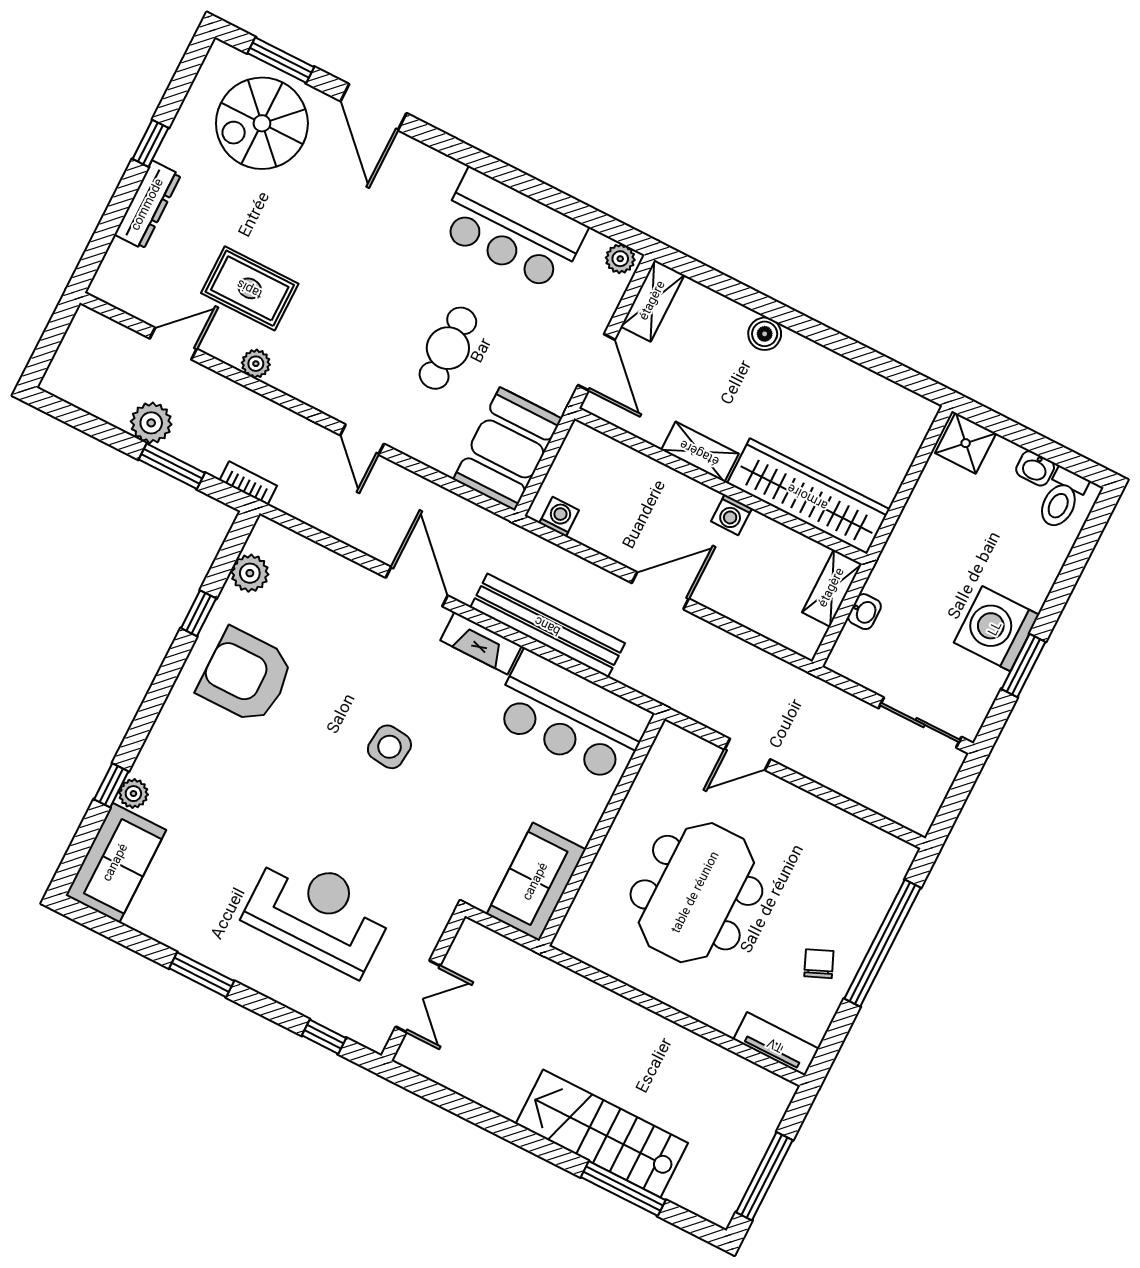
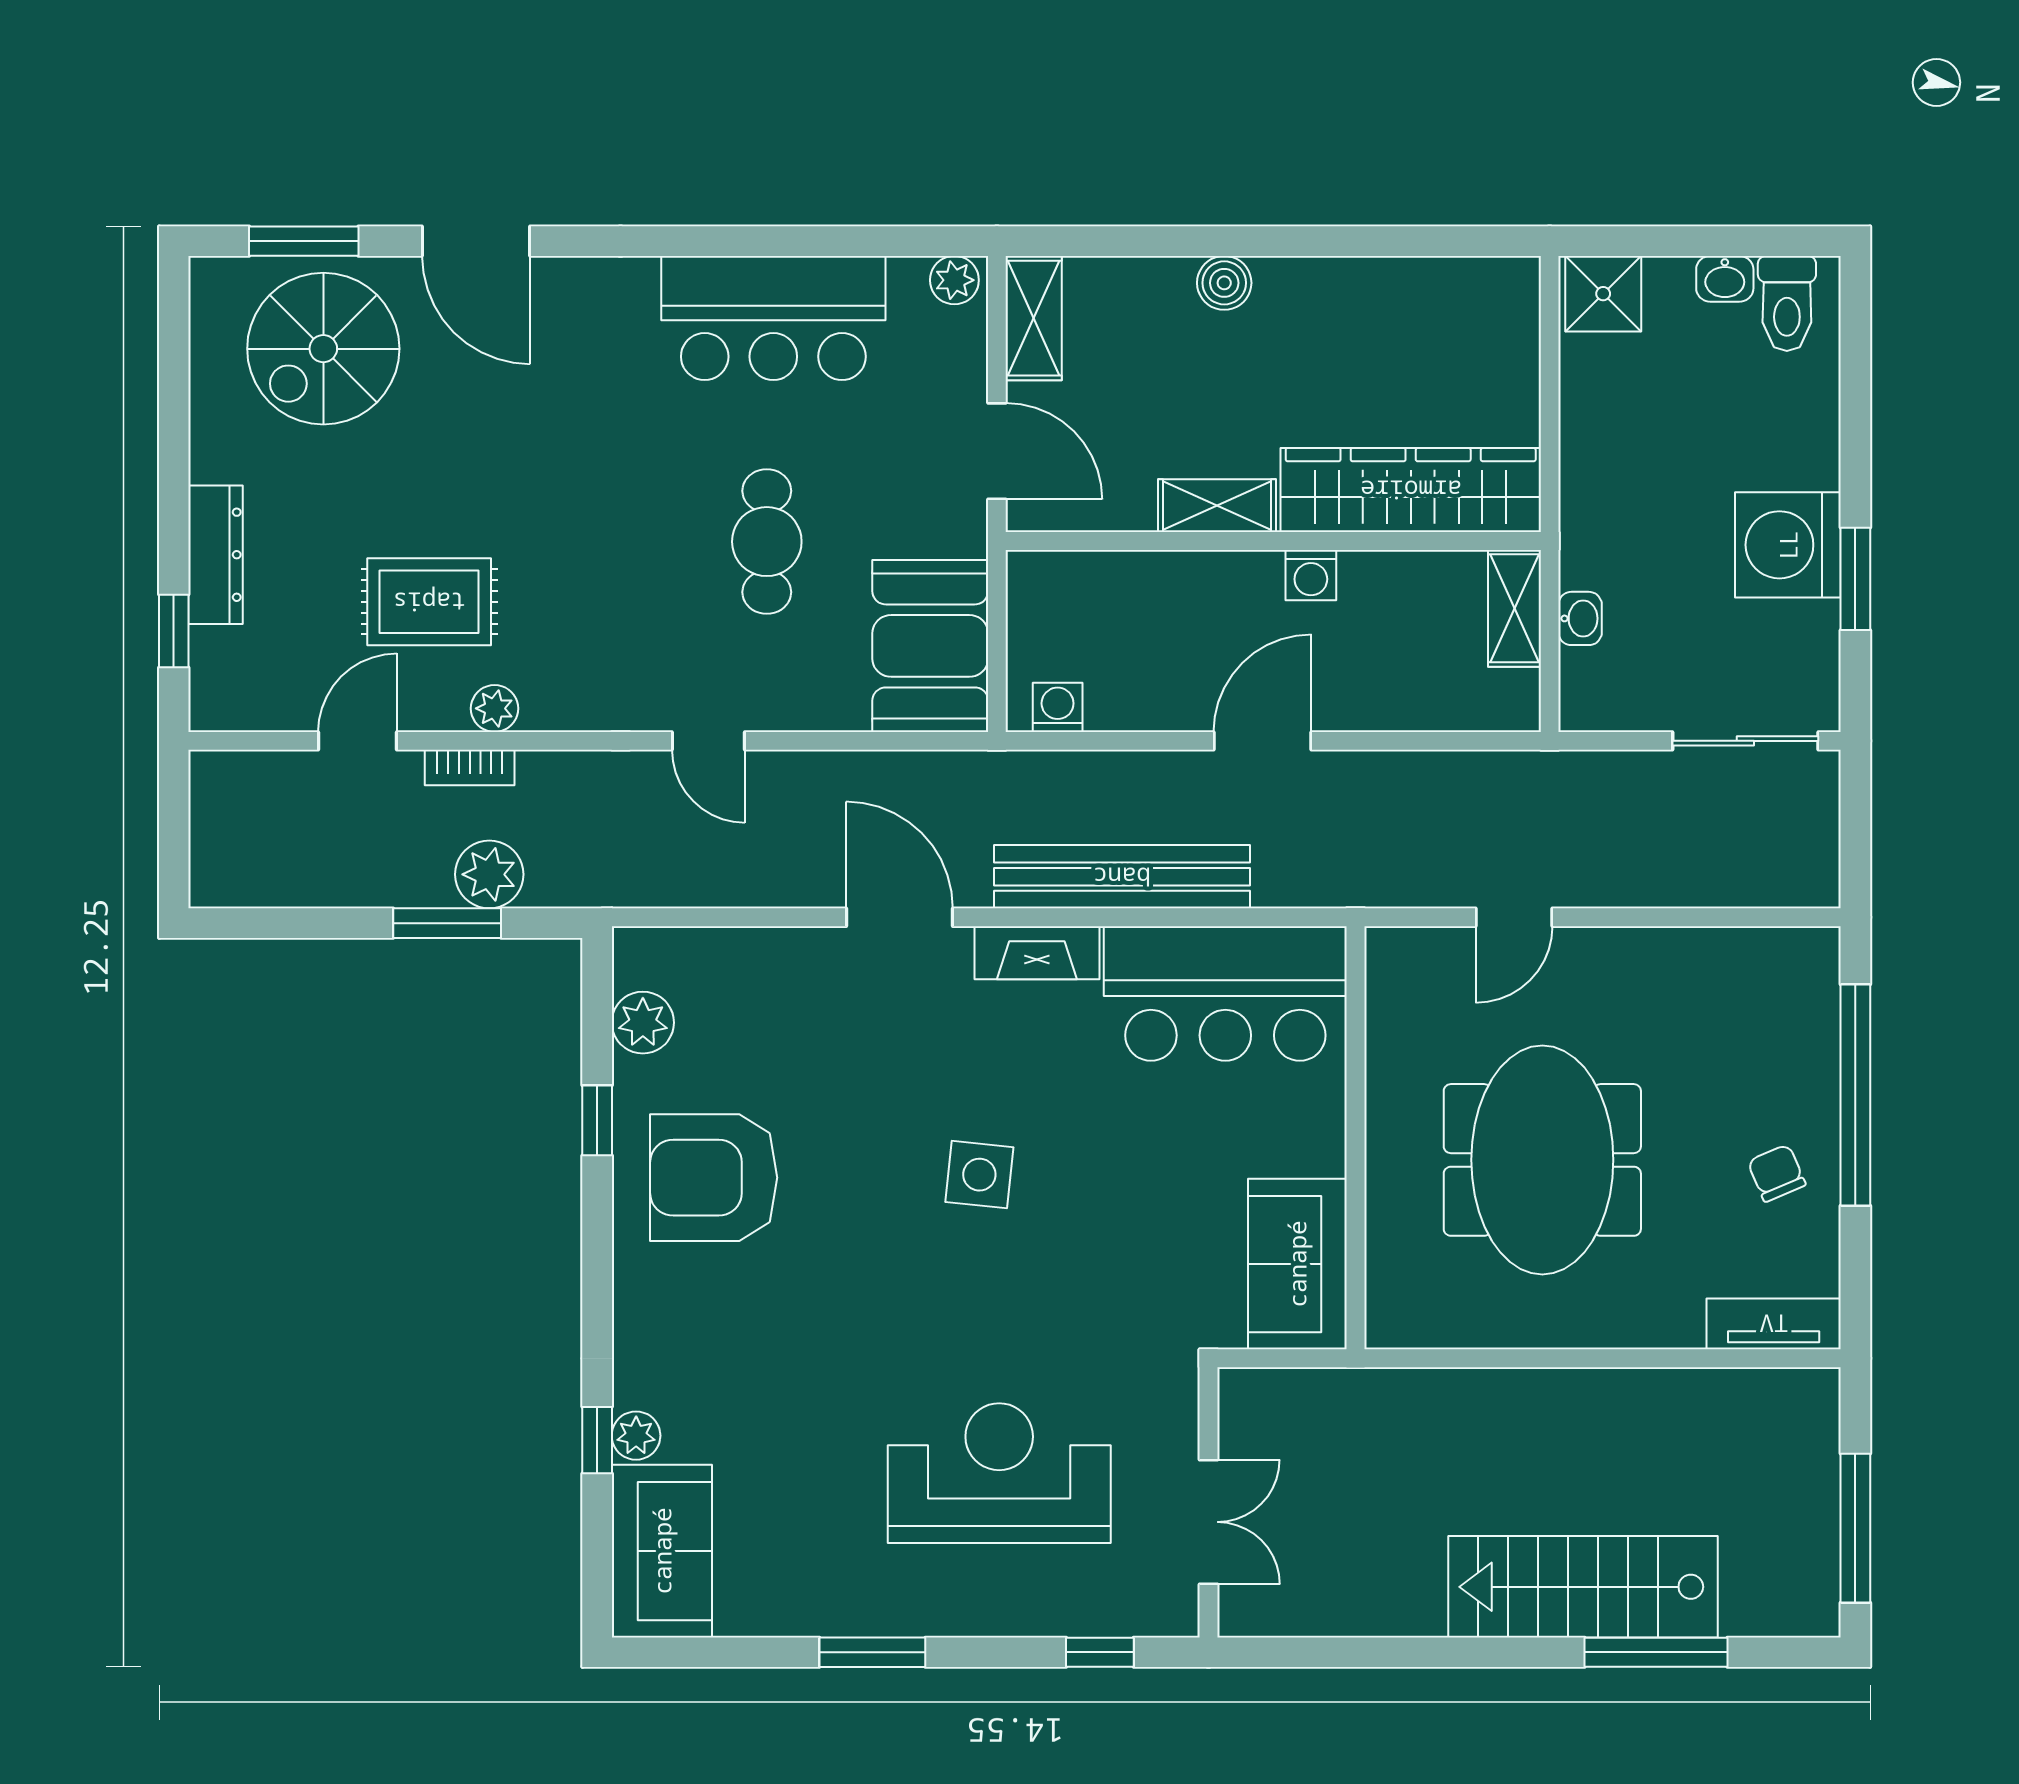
window: (150, 143) -> (174, 631), moved
plant: (151, 423) -> (489, 874), moved
bookcase: (248, 483) -> (470, 768), moved, turned 180

